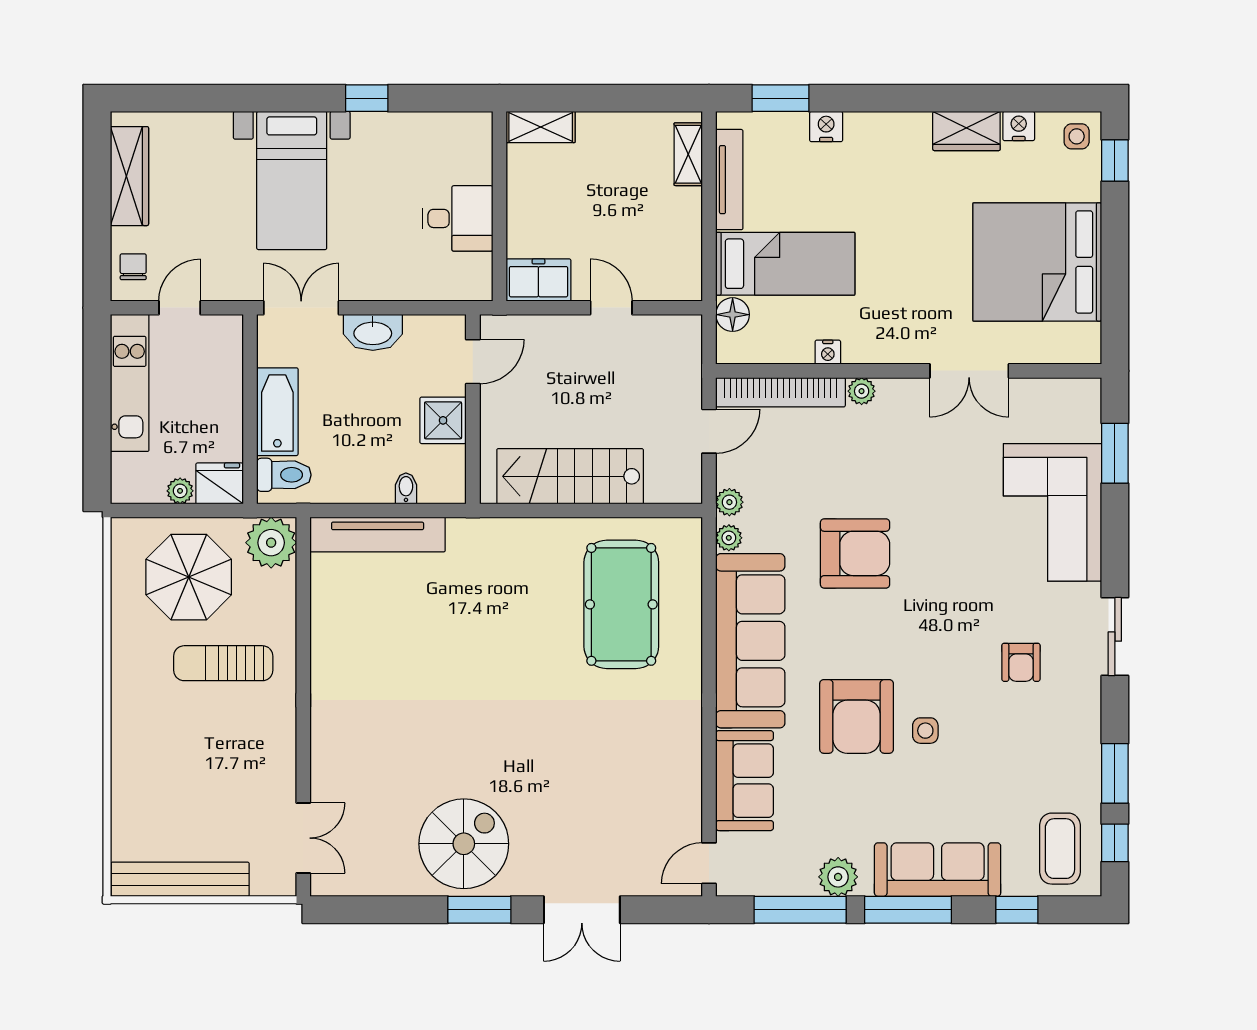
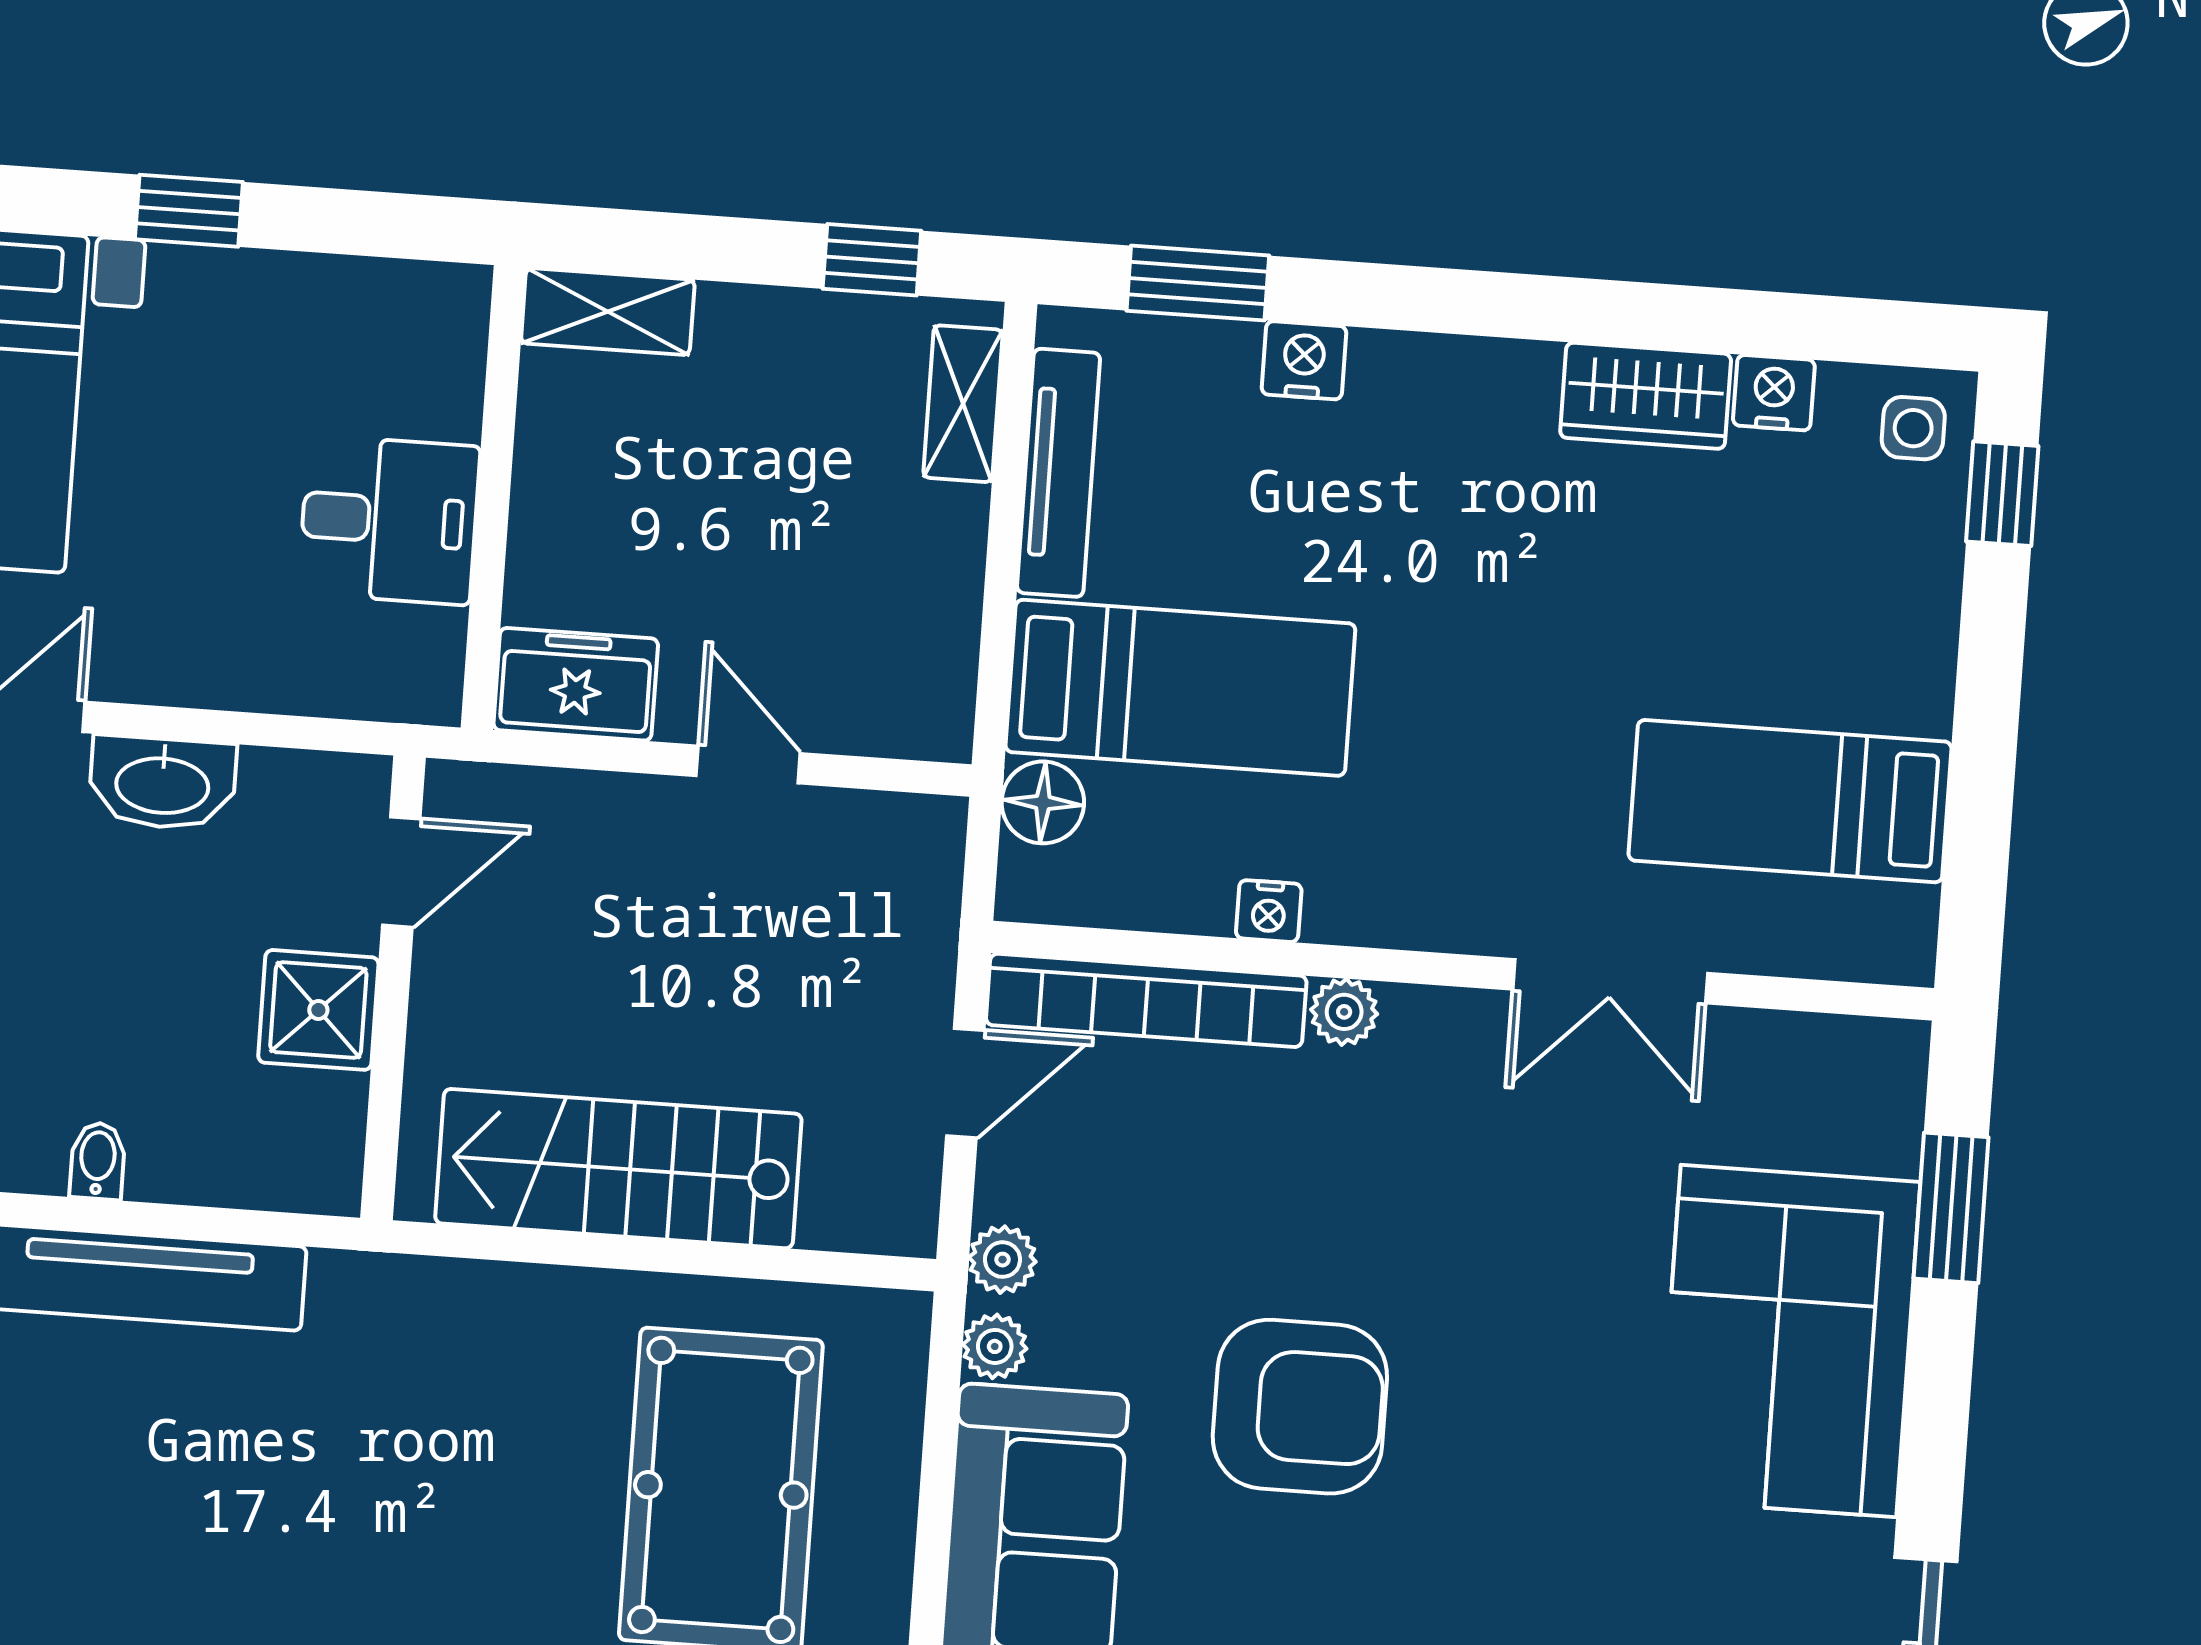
window: (647, 98) -> (872, 260), added
bed: (1037, 262) -> (1790, 801), width x0.49
bidet: (406, 488) -> (98, 1161), moved

